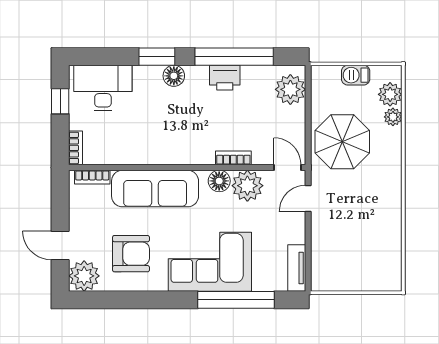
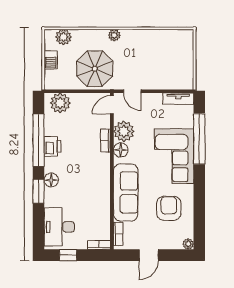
plant: (393, 117) -> (114, 35), moved
door: (60, 245) -> (149, 255), moved
plant: (84, 276) -> (188, 244), width x0.53, depth x0.53

